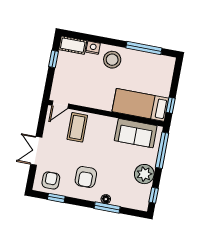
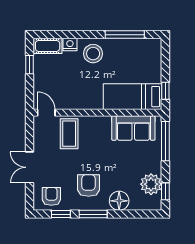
door: (60, 105) -> (46, 113), swing flipped
plant: (144, 174) -> (151, 184), moved
armchair: (86, 177) -> (89, 186), turned 180
floor lamp: (106, 199) -> (119, 201), width x1.89, depth x1.89
window: (107, 208) -> (93, 214), moved

